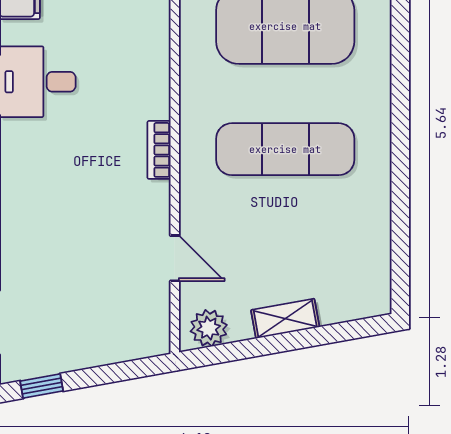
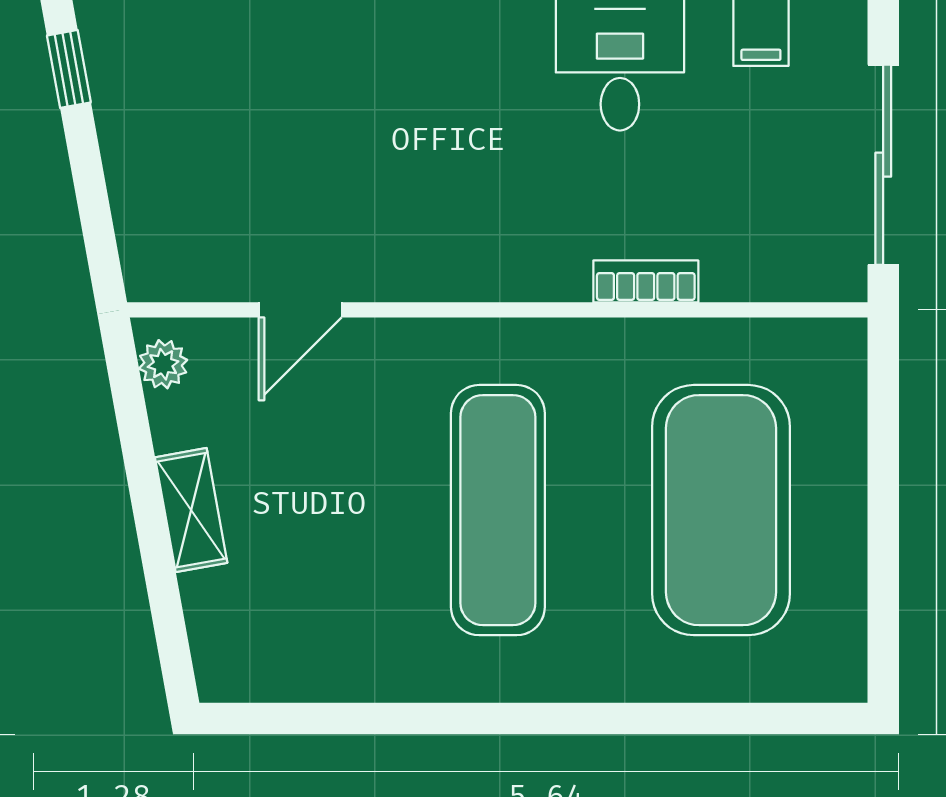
bookcase: (159, 150) -> (646, 281), moved
plant: (209, 328) -> (163, 364), width x0.73, depth x0.73

